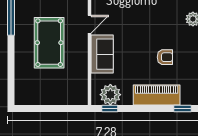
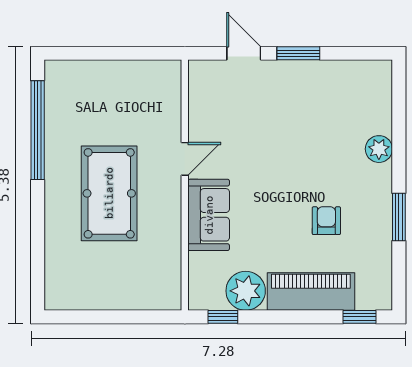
armchair: (165, 57) -> (326, 221), turned -90
plant: (110, 95) -> (246, 291), moved

